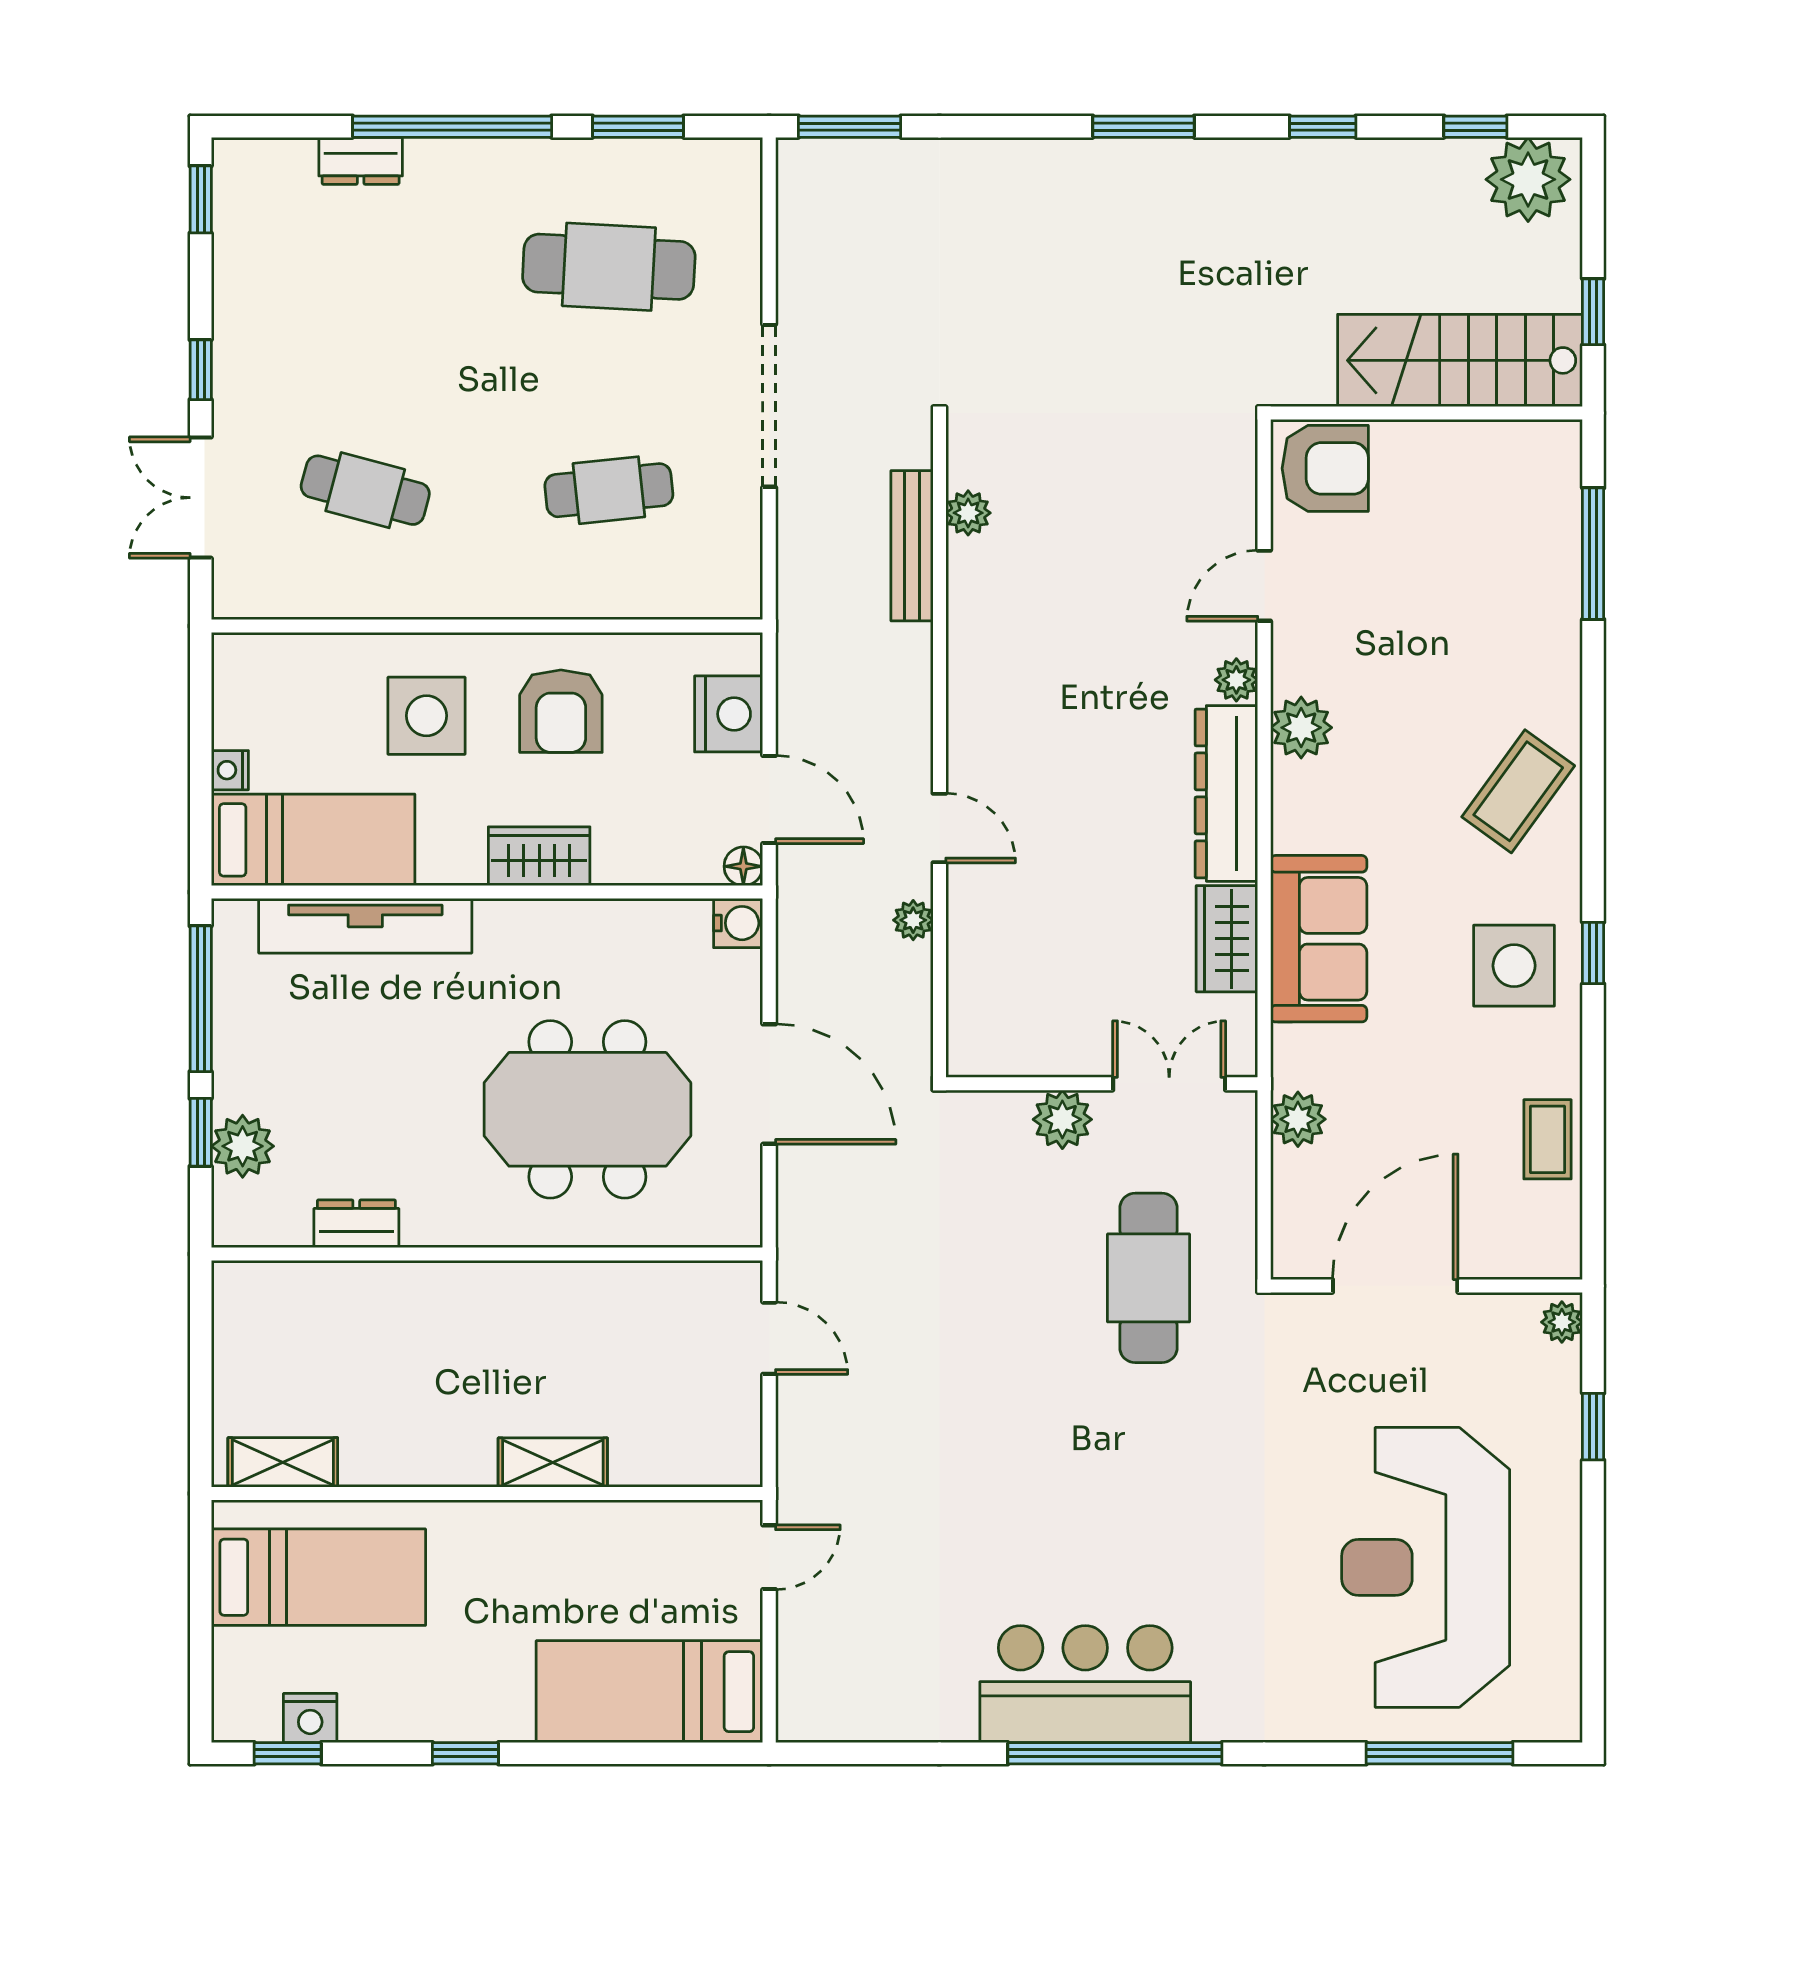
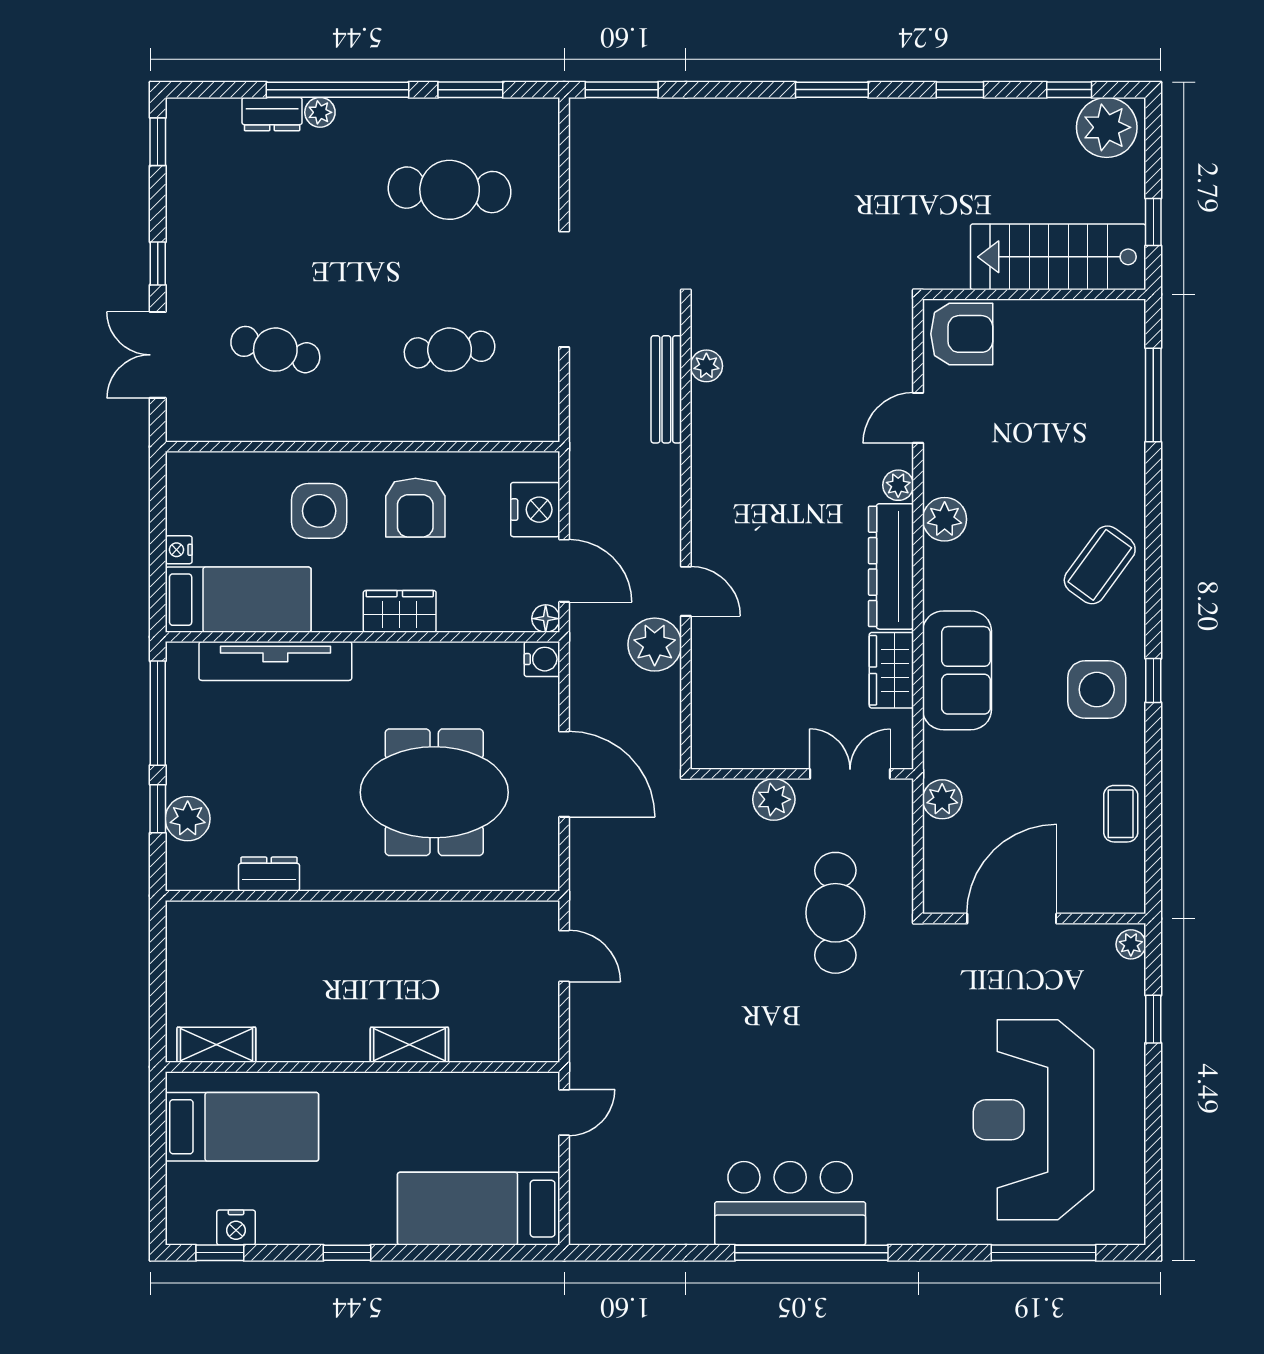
plant: (428, 158) -> (320, 112), added
plant: (913, 920) -> (655, 645), width x1.88, depth x1.88

